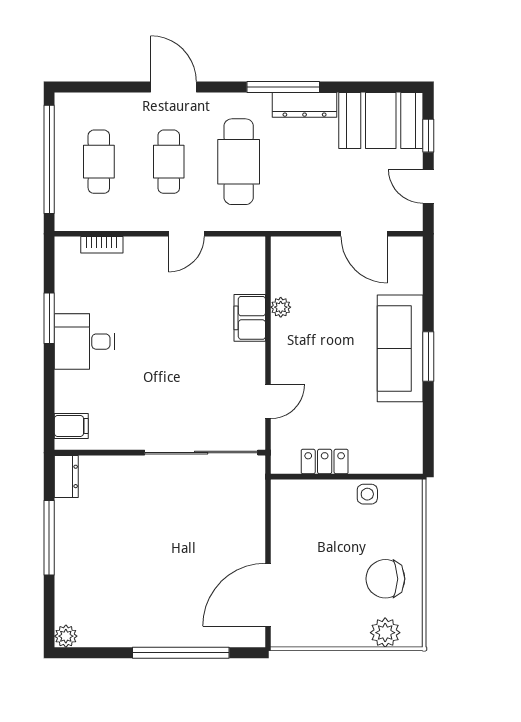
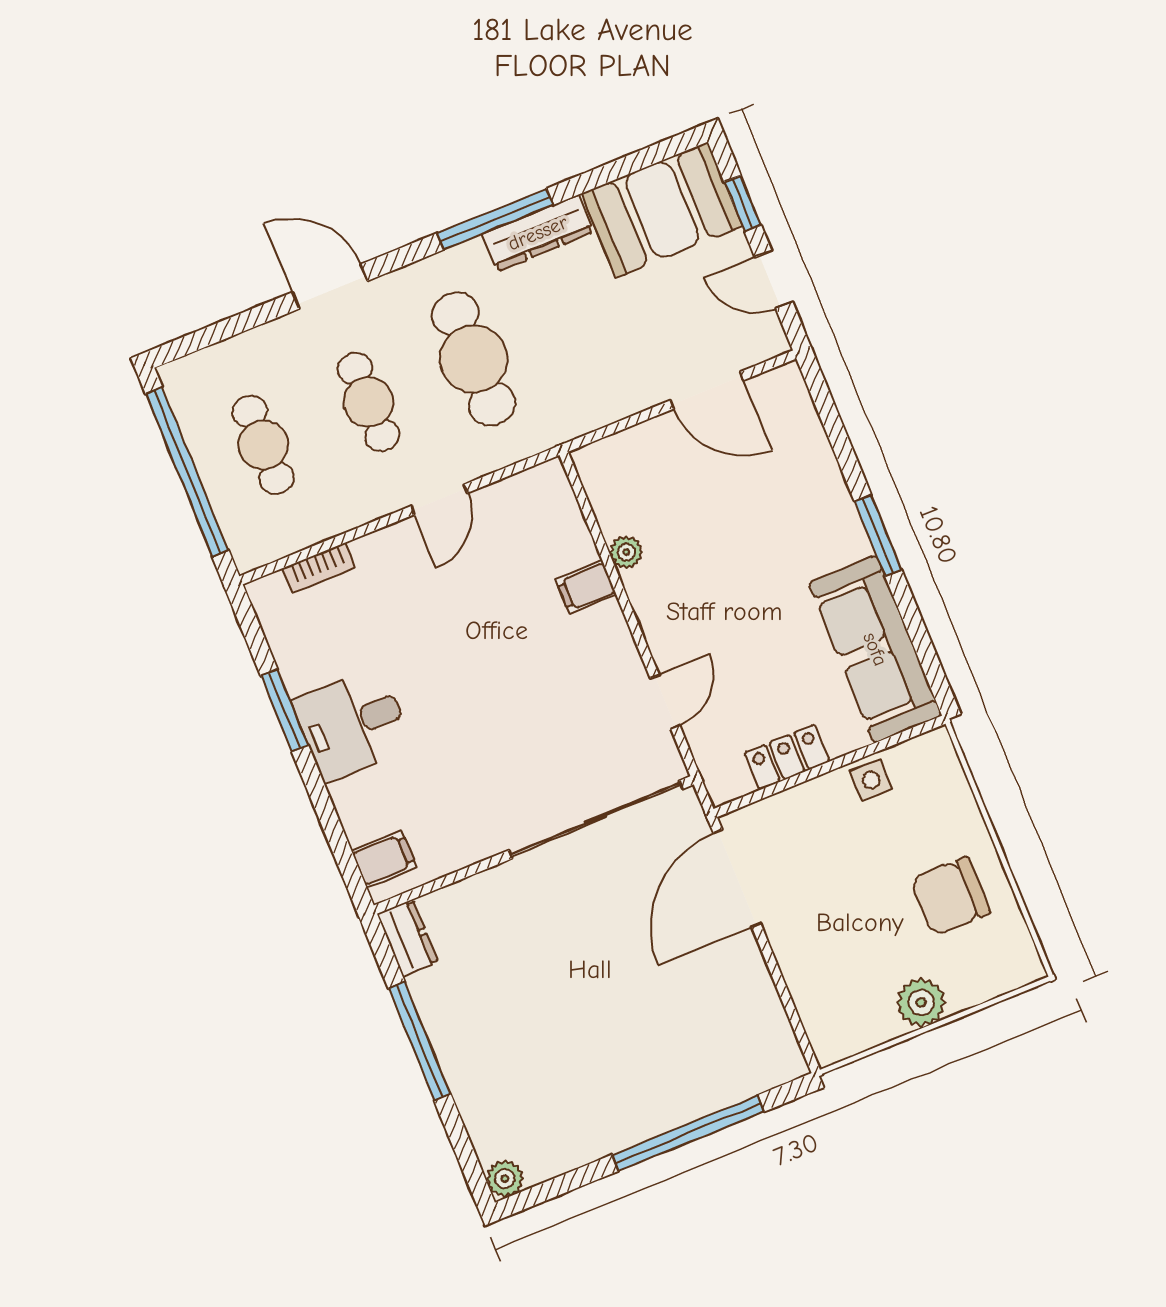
filing cabinet: (250, 318) -> (586, 587), width x0.50
sofa: (400, 348) -> (875, 649), moved
door: (268, 595) -> (737, 878), moved
plant: (385, 633) -> (921, 1002), moved

